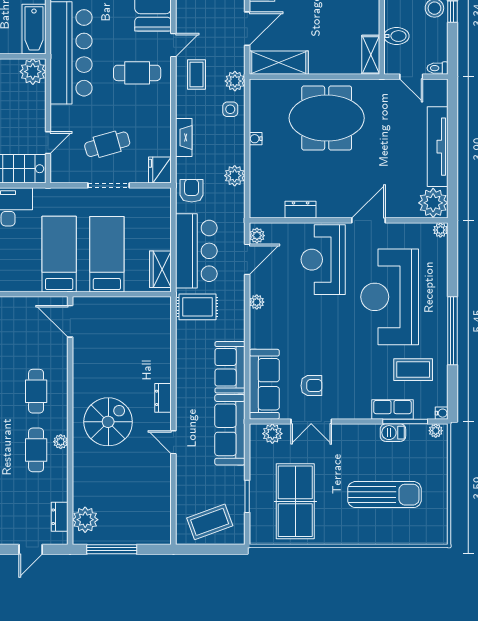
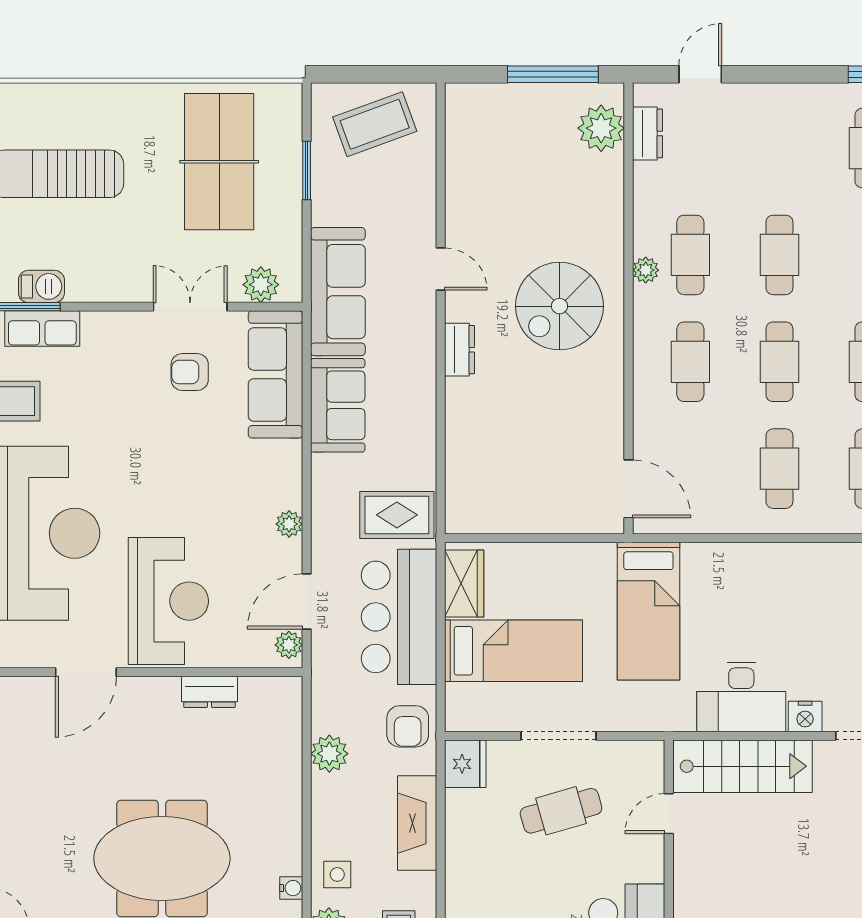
fireplace: (184, 137) -> (417, 823), width x1.37, depth x1.32
water cooler: (256, 139) -> (291, 888), moved
bed: (107, 254) -> (514, 651), moved, turned -90

